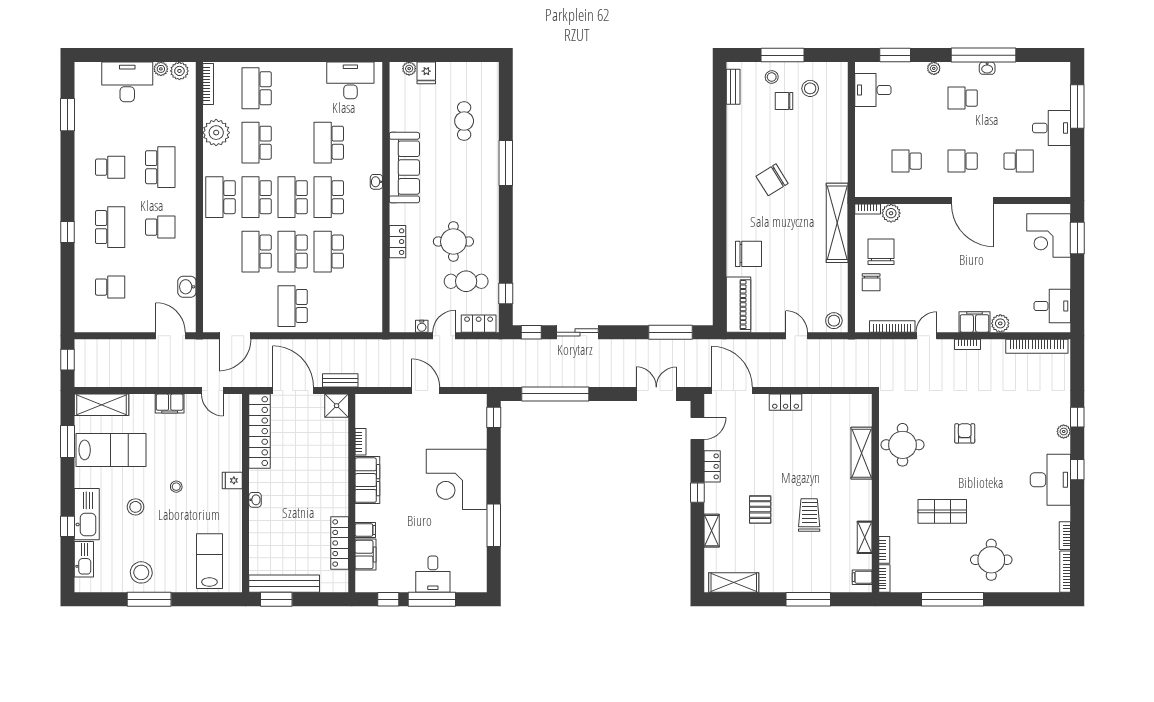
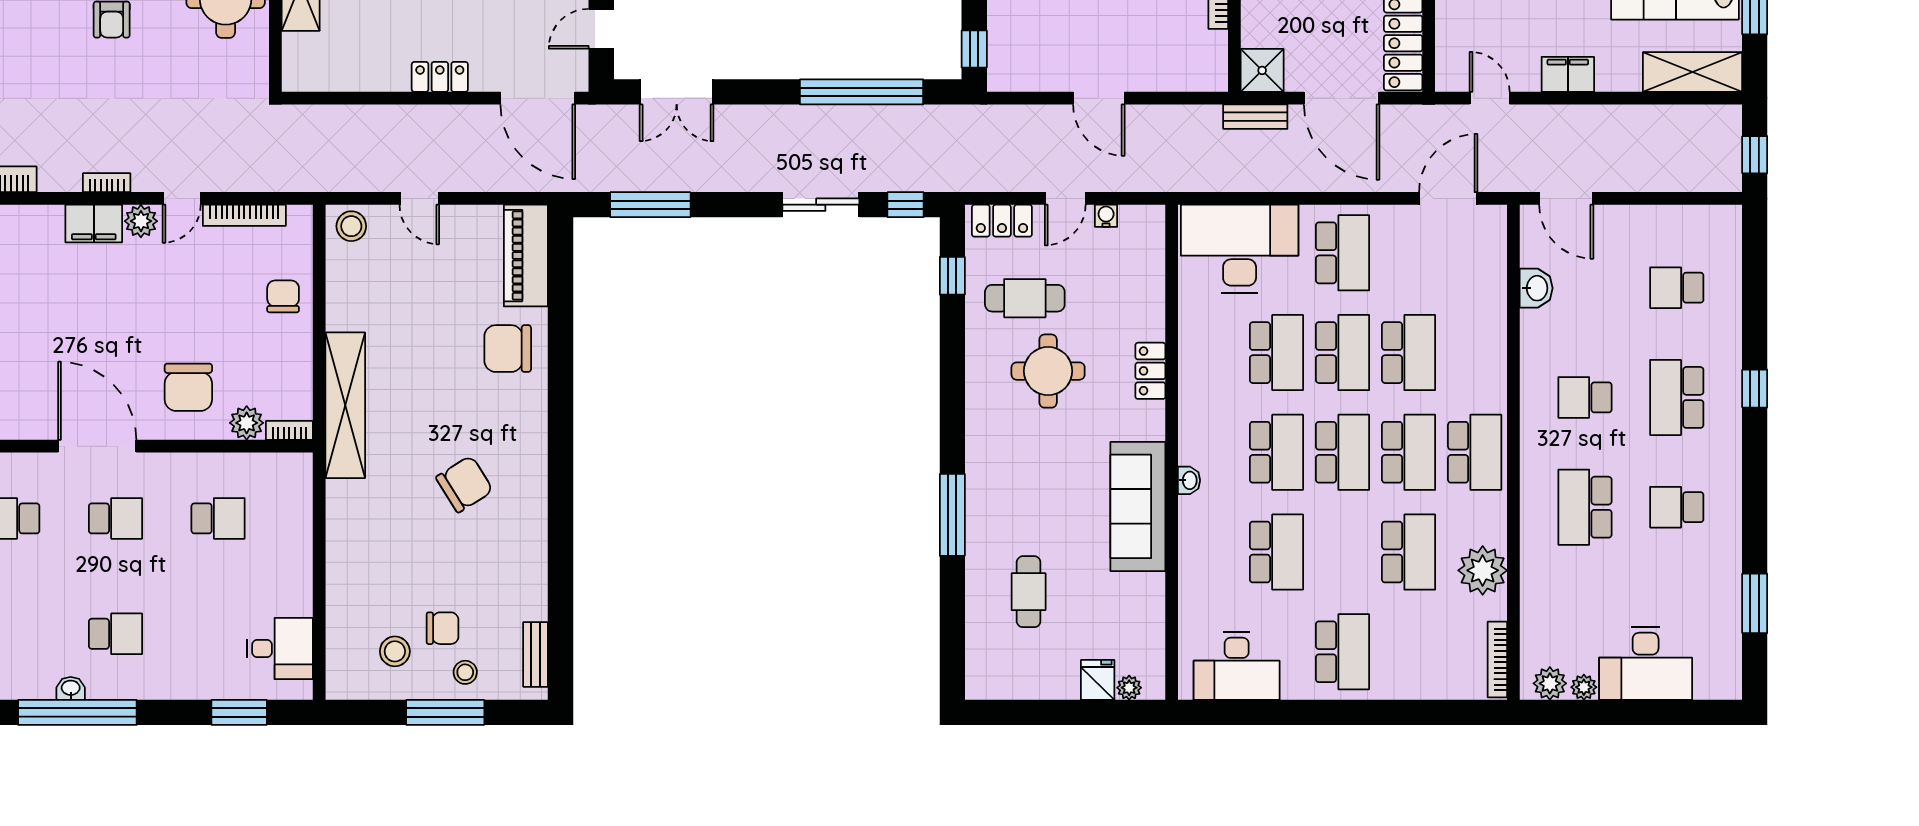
plant: (934, 68) -> (168, 688), removed
school desk: (257, 88) -> (1343, 652), moved
chair: (881, 252) -> (188, 387), moved
desk: (349, 308) -> (1240, 249), added
plant: (1000, 323) -> (141, 221), moved

